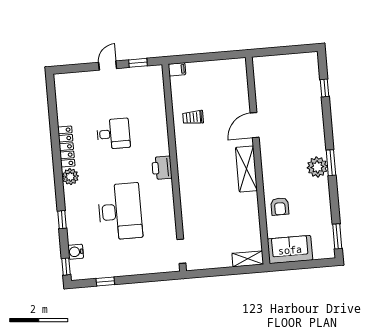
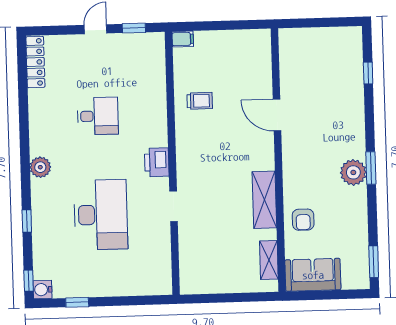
trolley: (193, 117) -> (200, 101), turned 180
door: (255, 125) -> (277, 115), hinge flipped
locker: (66, 147) -> (35, 62), moved
shelving: (246, 169) -> (264, 200), moved
doorway: (181, 251) -> (174, 206), moved
water cooler: (76, 252) -> (43, 290), moved
shelving: (248, 259) -> (269, 260), moved, turned 90

